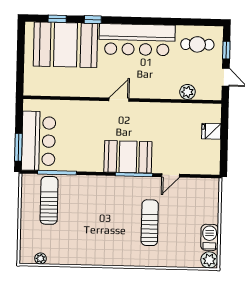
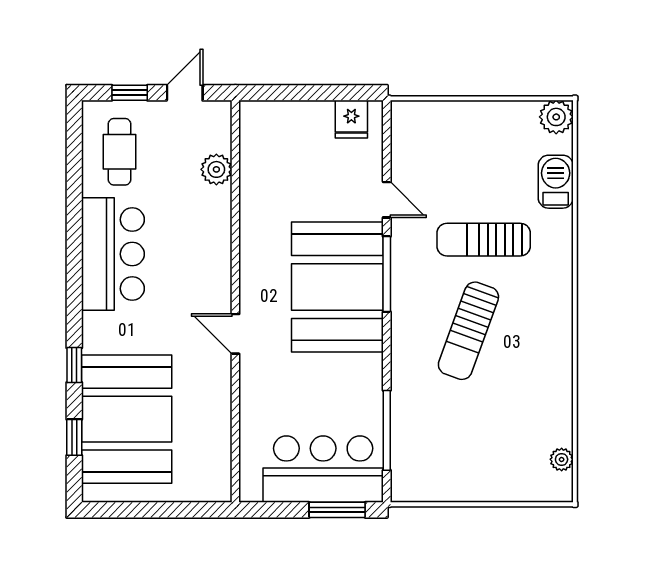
bar counter: (137, 40) -> (113, 254), width x0.73
door: (119, 100) -> (235, 334), moved
fridge: (211, 131) -> (351, 119), moved
booth: (128, 157) -> (337, 287), width x1.36, depth x1.42
sun lounger: (49, 200) -> (468, 331), moved, turned -70
barbecue: (210, 237) -> (556, 182), moved, turned 90

